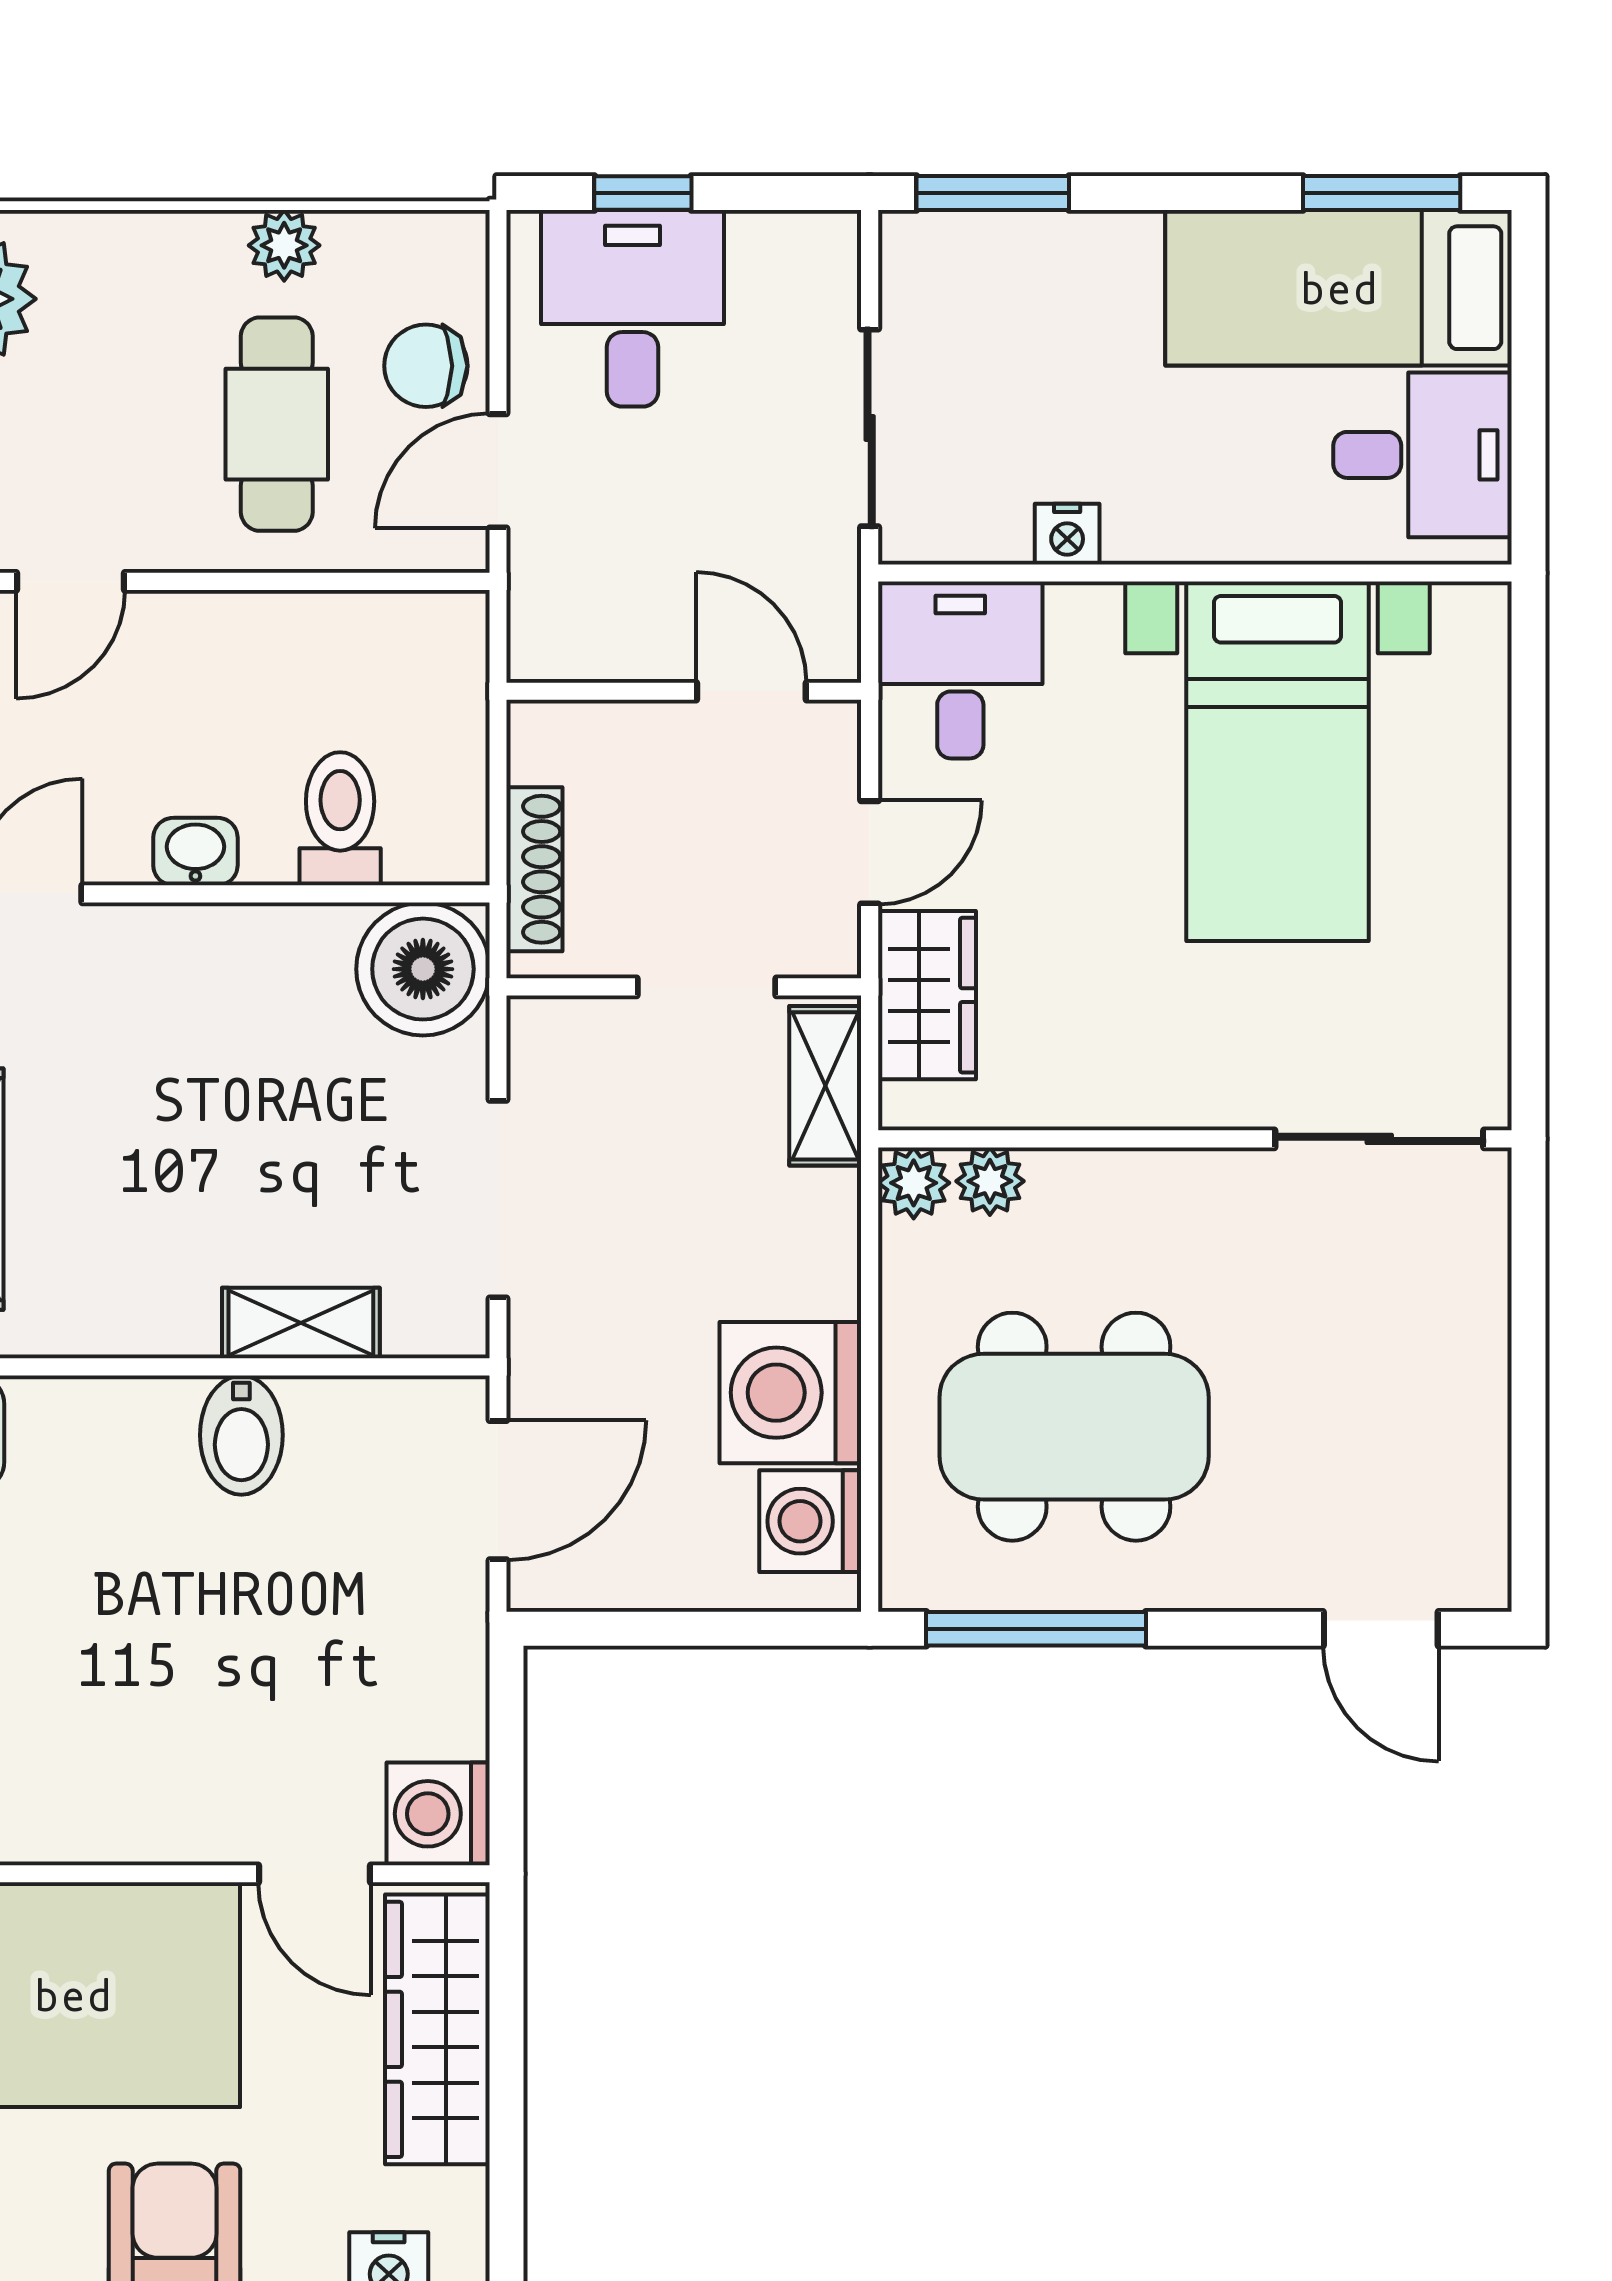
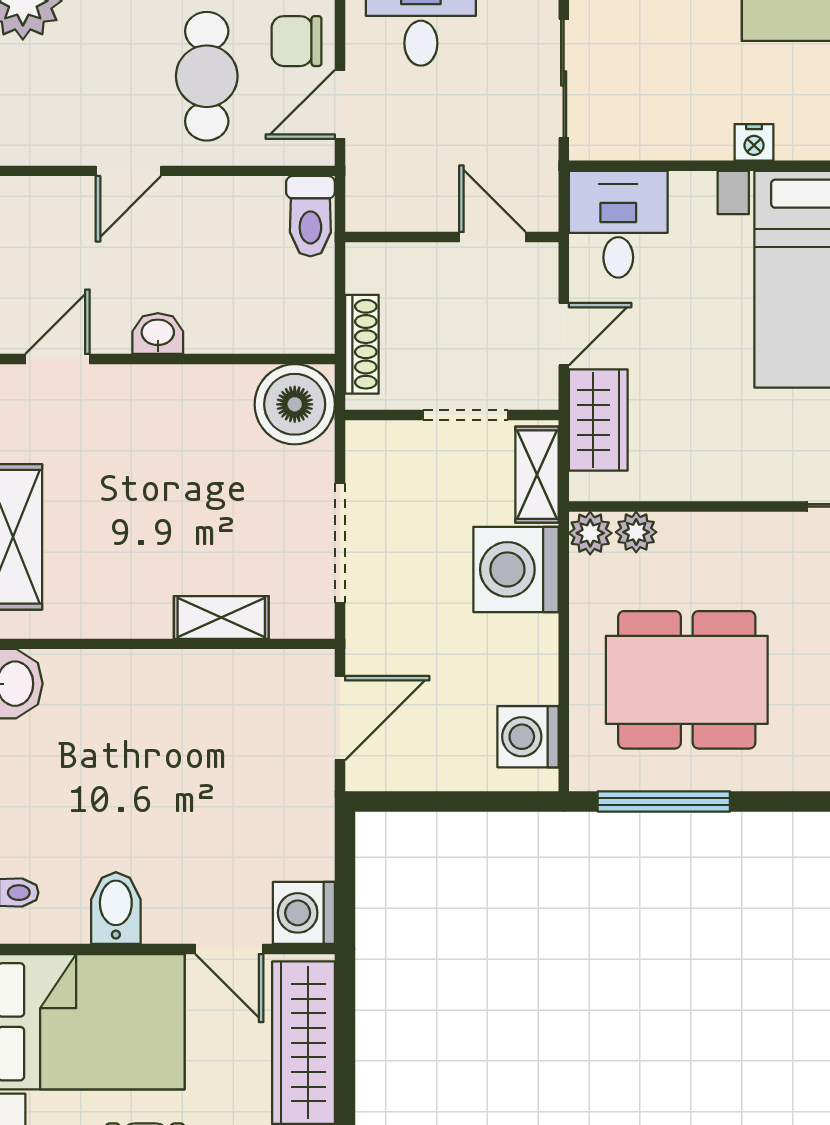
nightstand: (1067, 534) -> (754, 142), moved
door: (71, 581) -> (128, 171), moved
toilet: (340, 819) -> (310, 216), moved, turned 180
washing machine: (790, 1393) -> (516, 569), moved
bidet: (241, 1435) -> (116, 908), moved, turned 180

